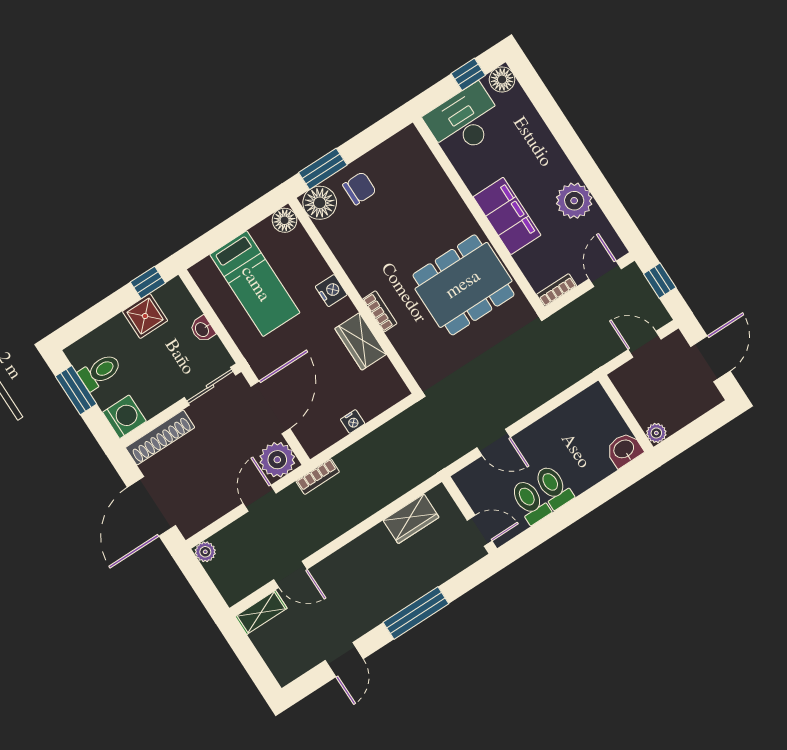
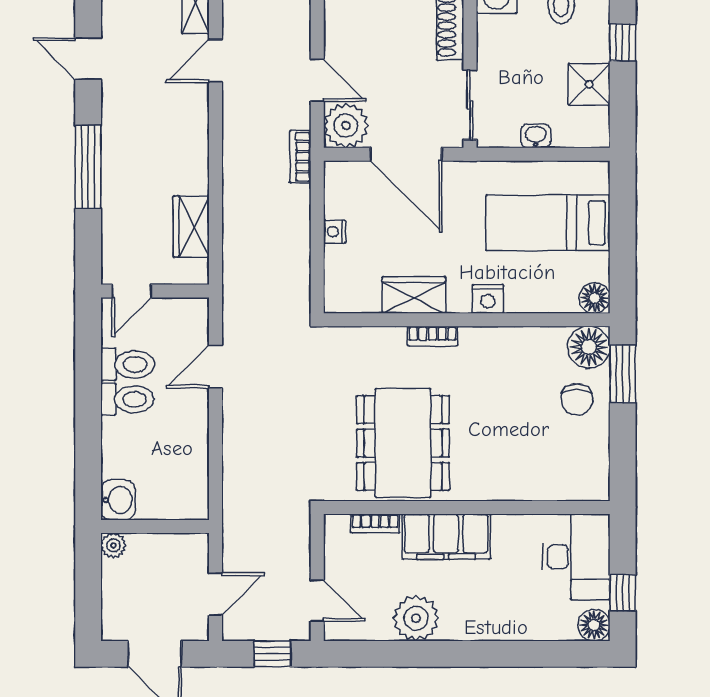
window: (148, 282) -> (623, 42), moved
bookcase: (557, 290) -> (375, 523), moved, turned 90

